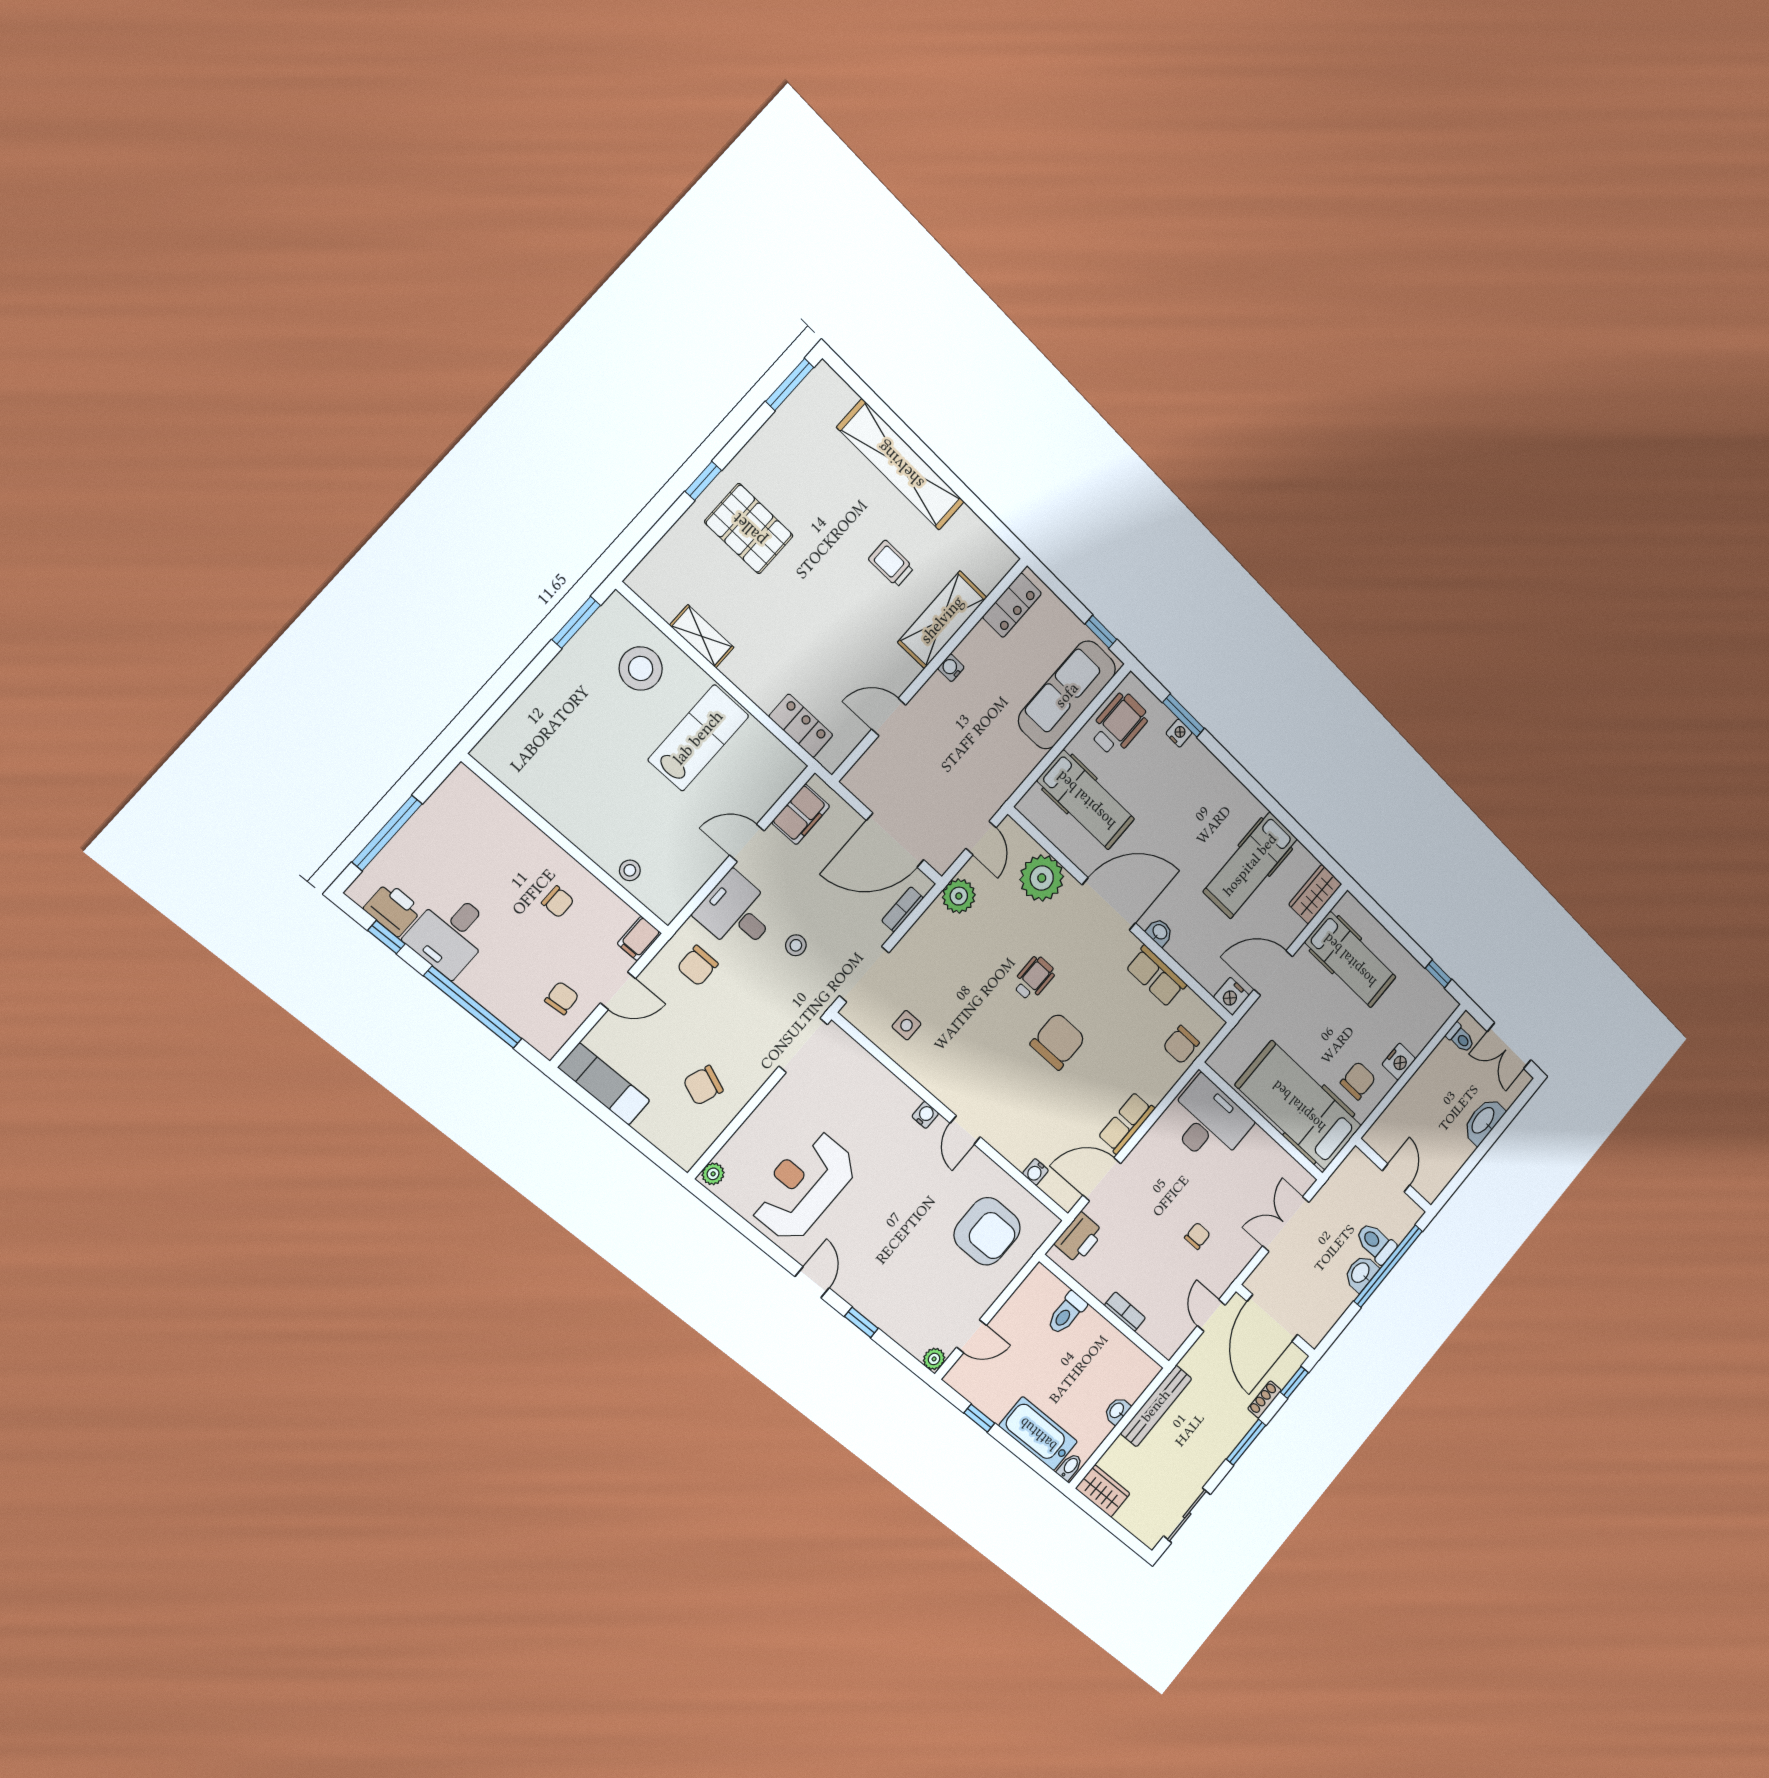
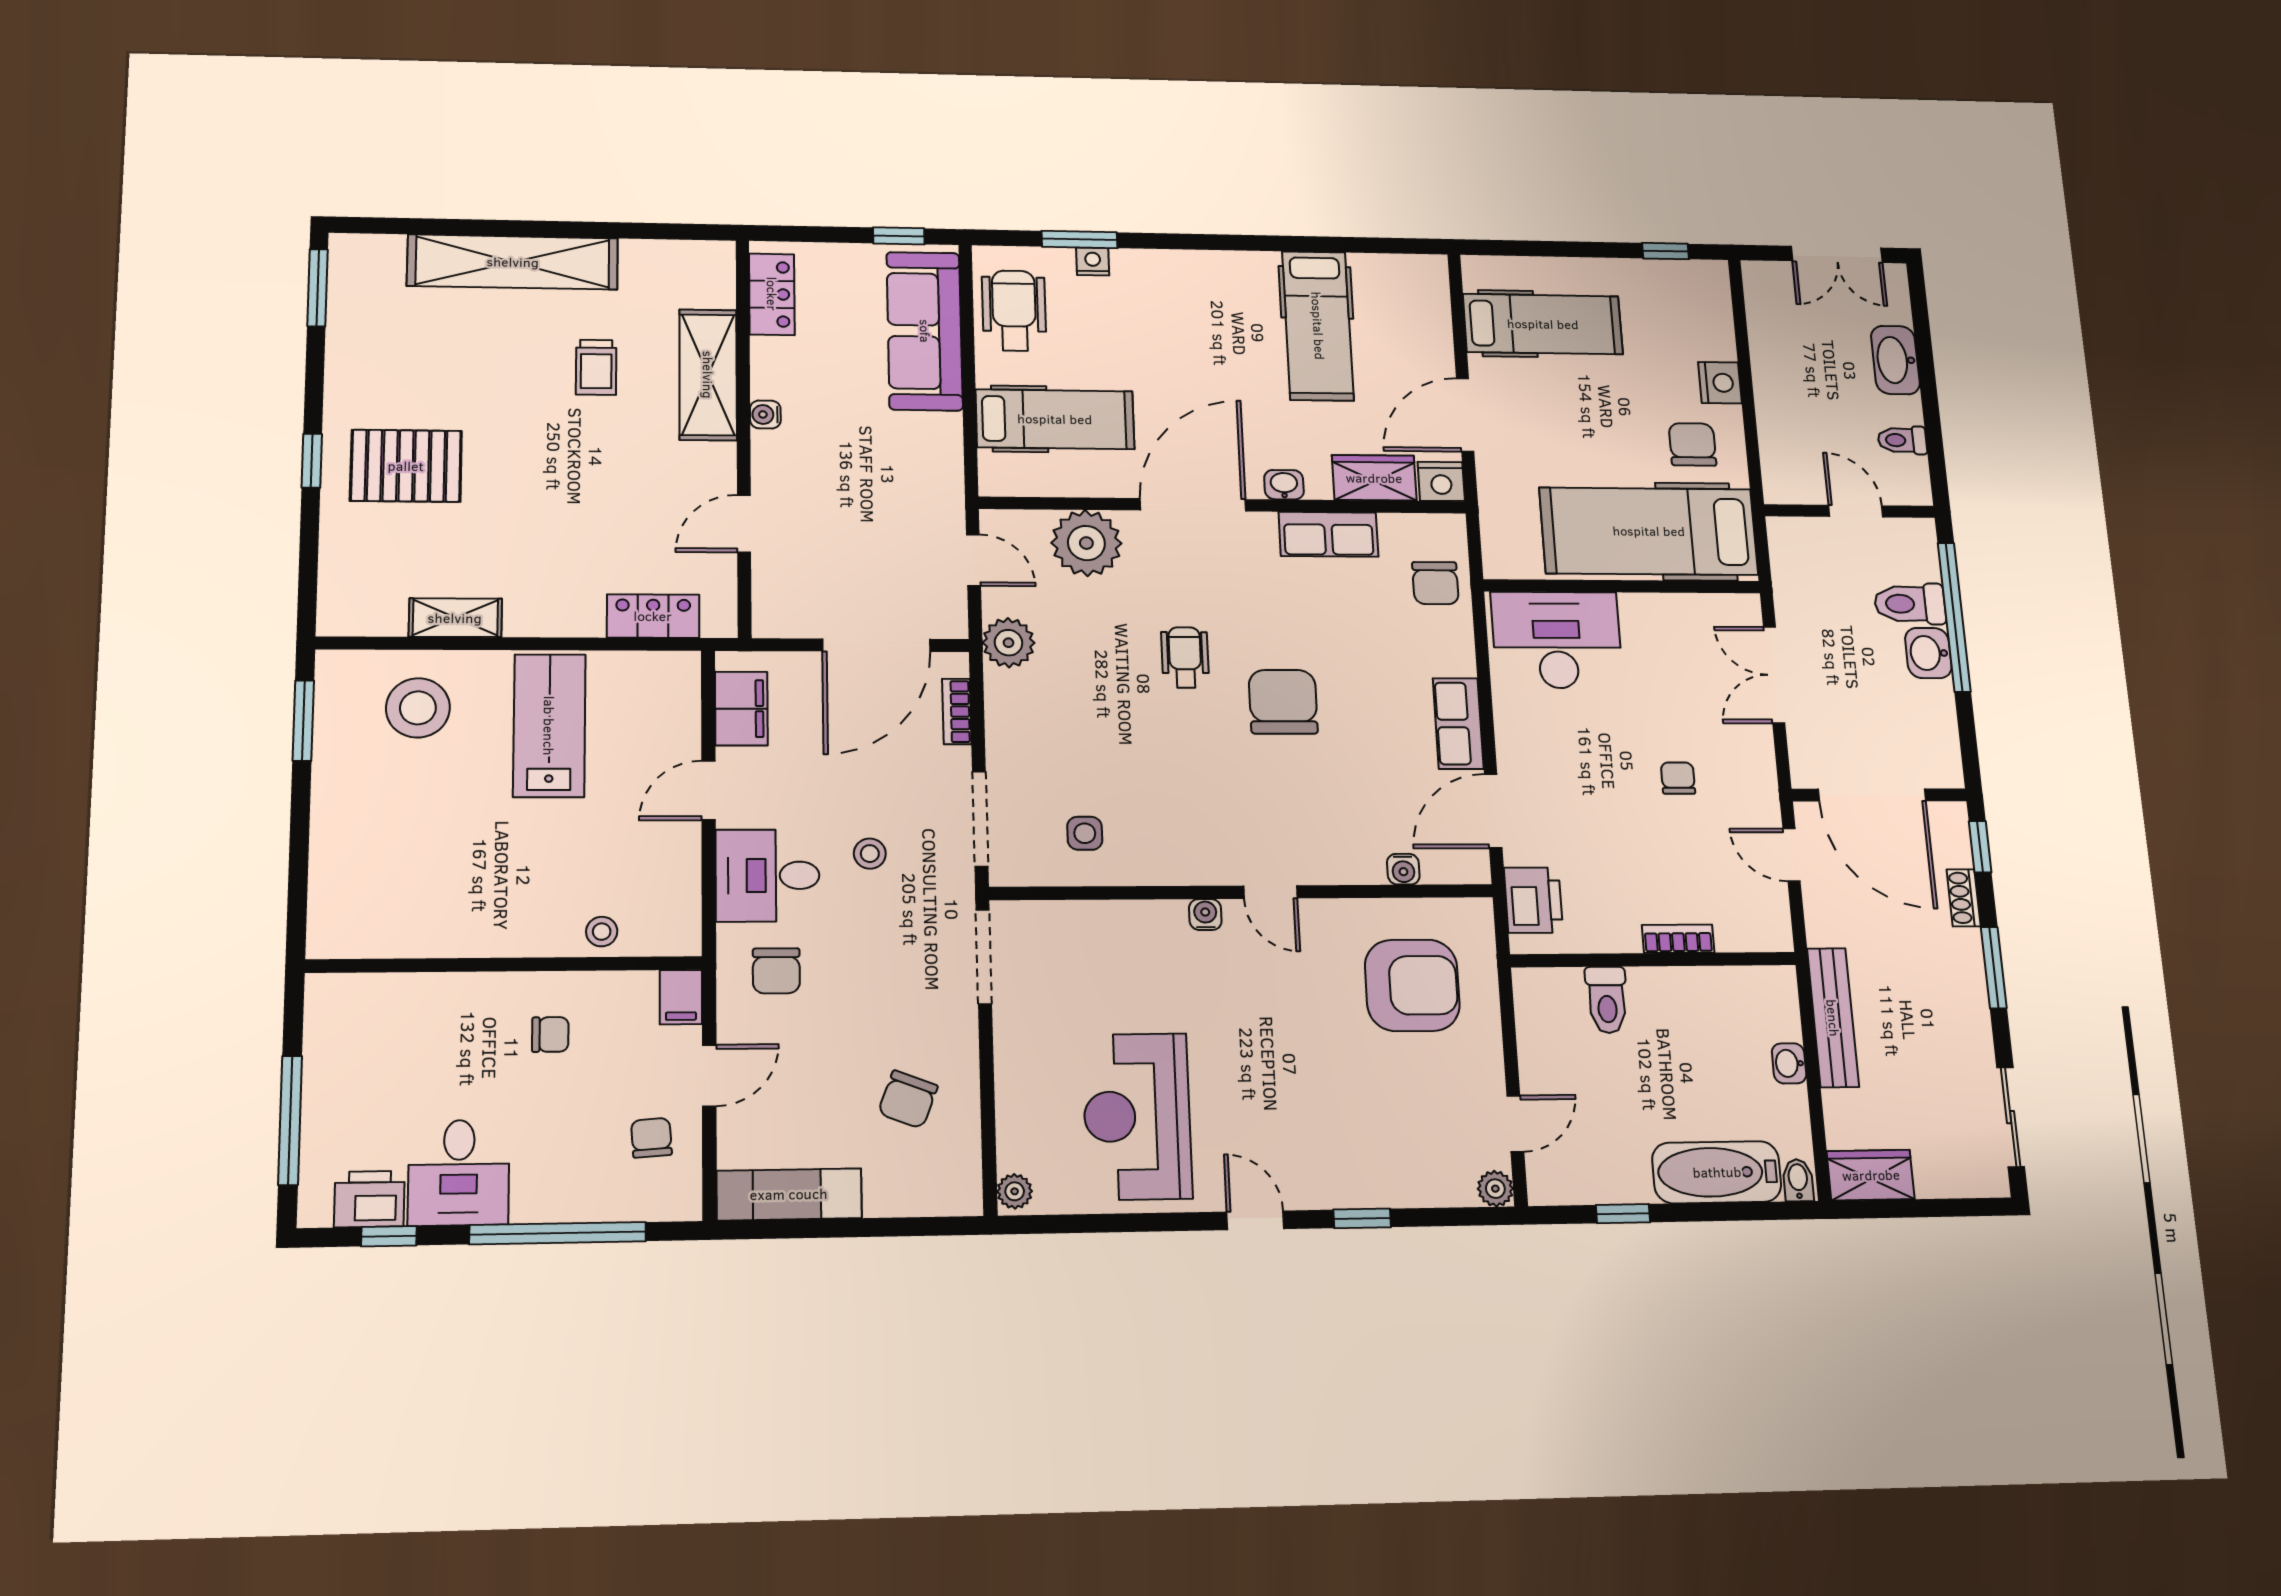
trolley: (891, 564) -> (596, 367), turned -90
wardrobe: (1315, 894) -> (1374, 478), moved, turned 90
toilet: (1460, 1038) -> (1902, 440), moved, turned 180

